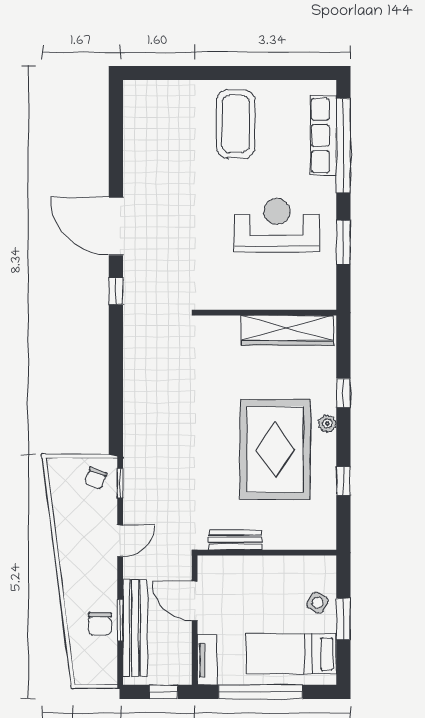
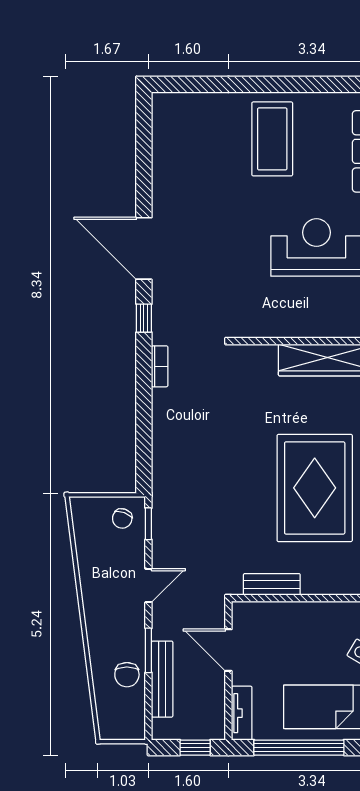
bookcase: (131, 336) -> (160, 366), added
window: (120, 620) -> (148, 650), moved
bench: (135, 628) -> (162, 679), width x0.73, depth x0.82

